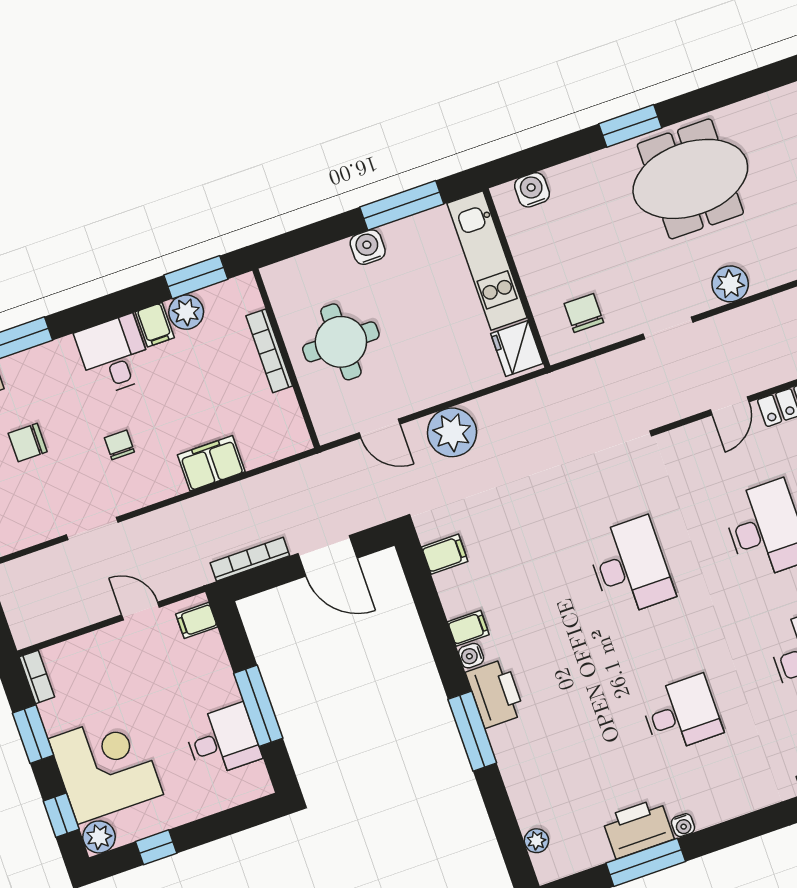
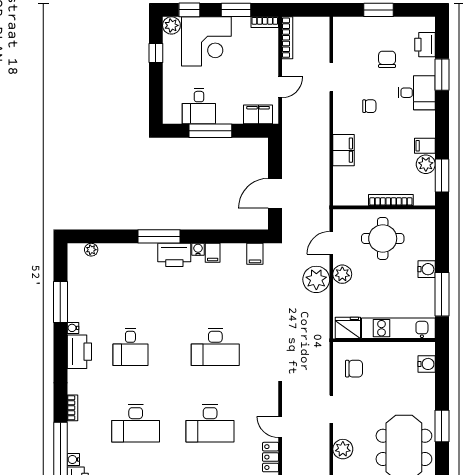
desk: (114, 355) -> (417, 93), moved
plant: (427, 390) -> (342, 274), added
bookcase: (250, 559) -> (287, 38), moved
filing cabinet: (197, 620) -> (258, 114), width x2.00
printer: (638, 828) -> (79, 352), moved

